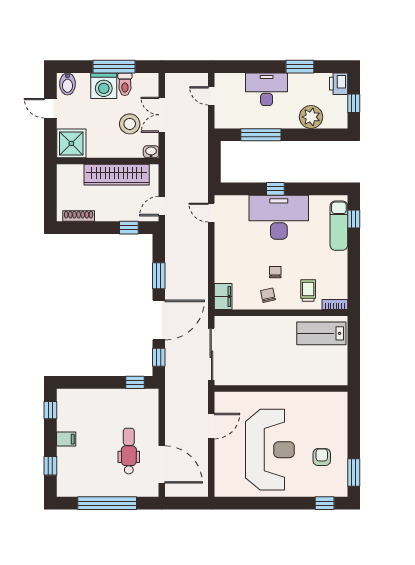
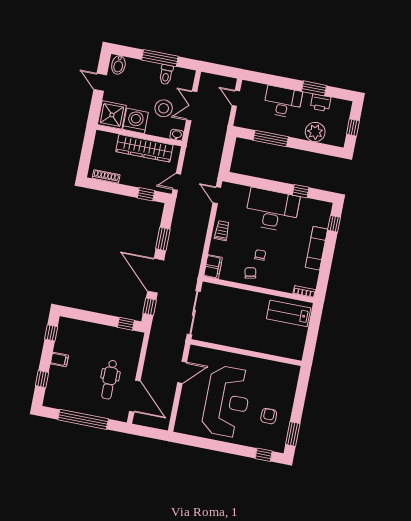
printer: (339, 84) -> (321, 103), moved, turned -90
washing machine: (104, 86) -> (136, 121), moved, turned 180
window: (275, 189) -> (301, 191), moved
exam couch: (339, 226) -> (316, 248), moved
trolley: (308, 291) -> (222, 231), moved
door: (159, 320) -> (156, 276), swing flipped
dental chair: (129, 451) -> (110, 380), turned 180

